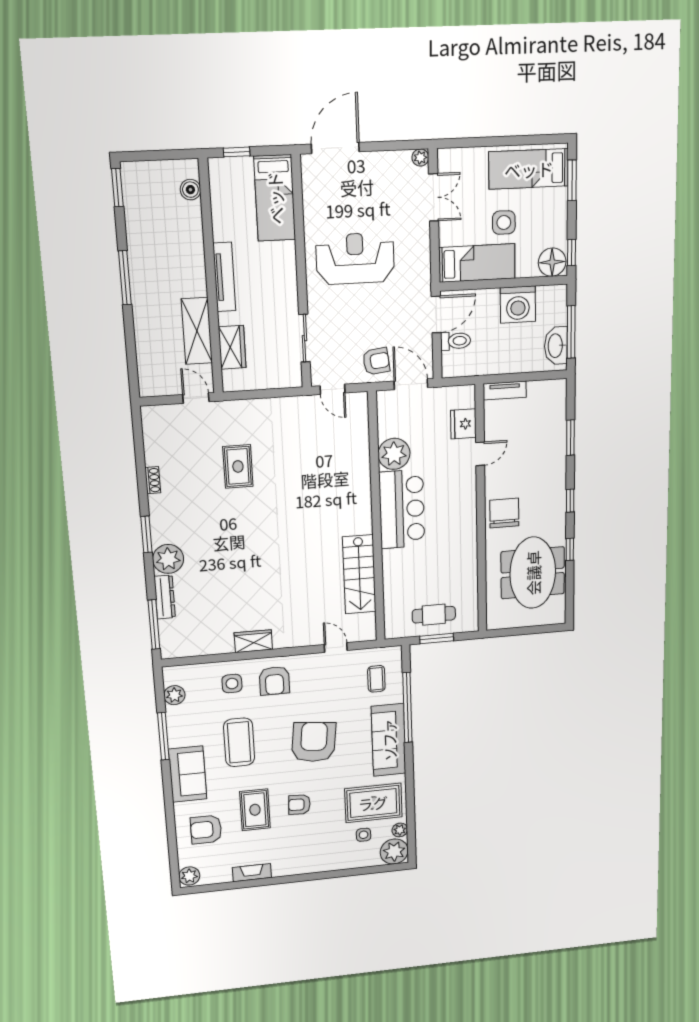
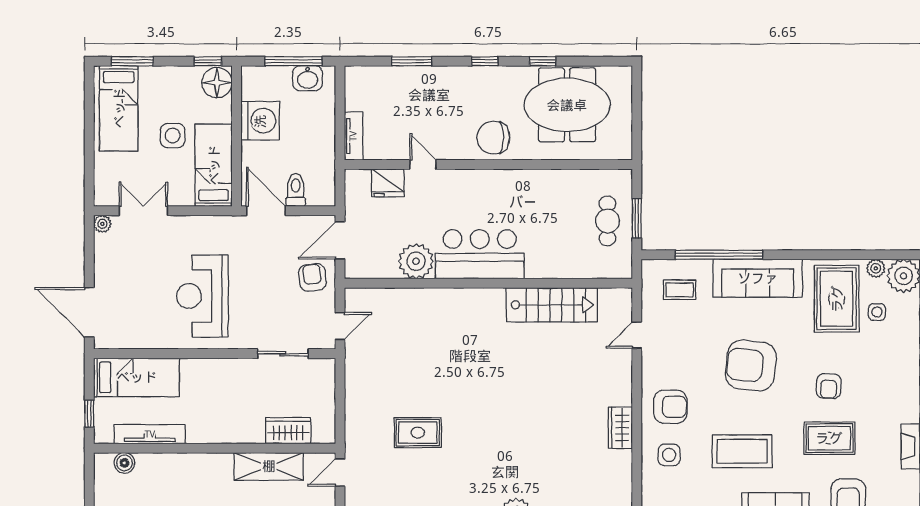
tv unit: (224, 277) -> (150, 434), moved
washbasin: (556, 346) -> (308, 78), width x0.72

